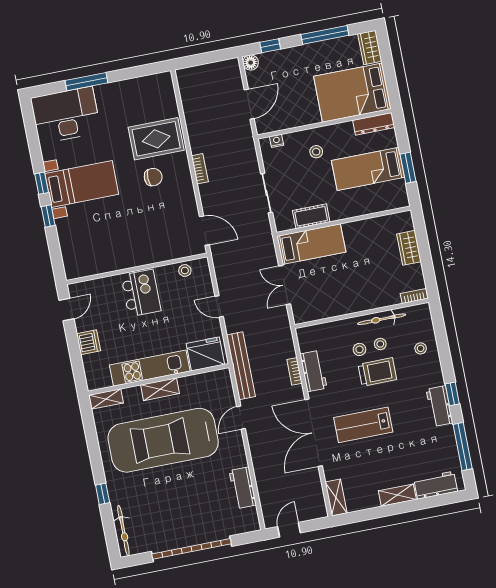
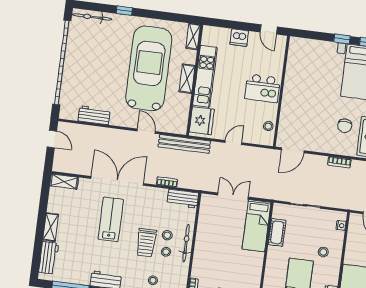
bicycle: (382, 319) -> (186, 243), moved
workbench: (313, 371) -> (183, 199), moved
garage door: (191, 549) -> (62, 63), width x1.36

